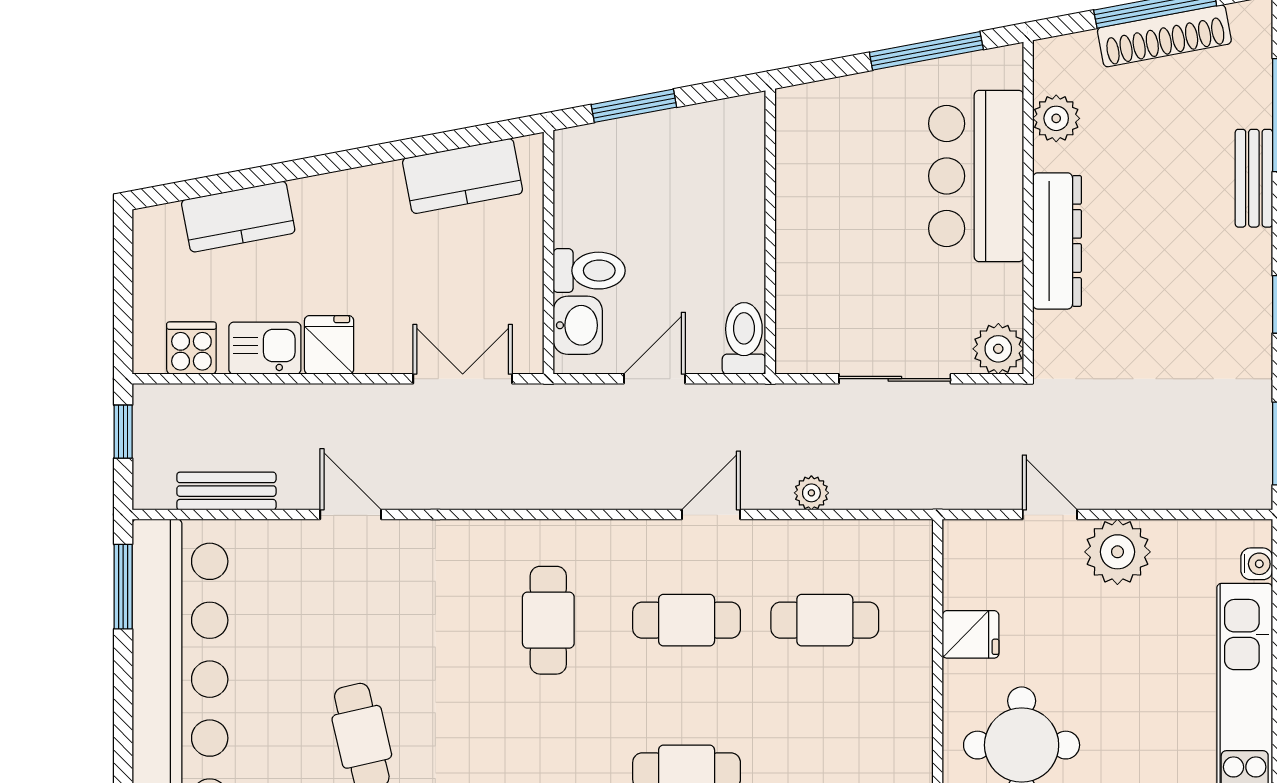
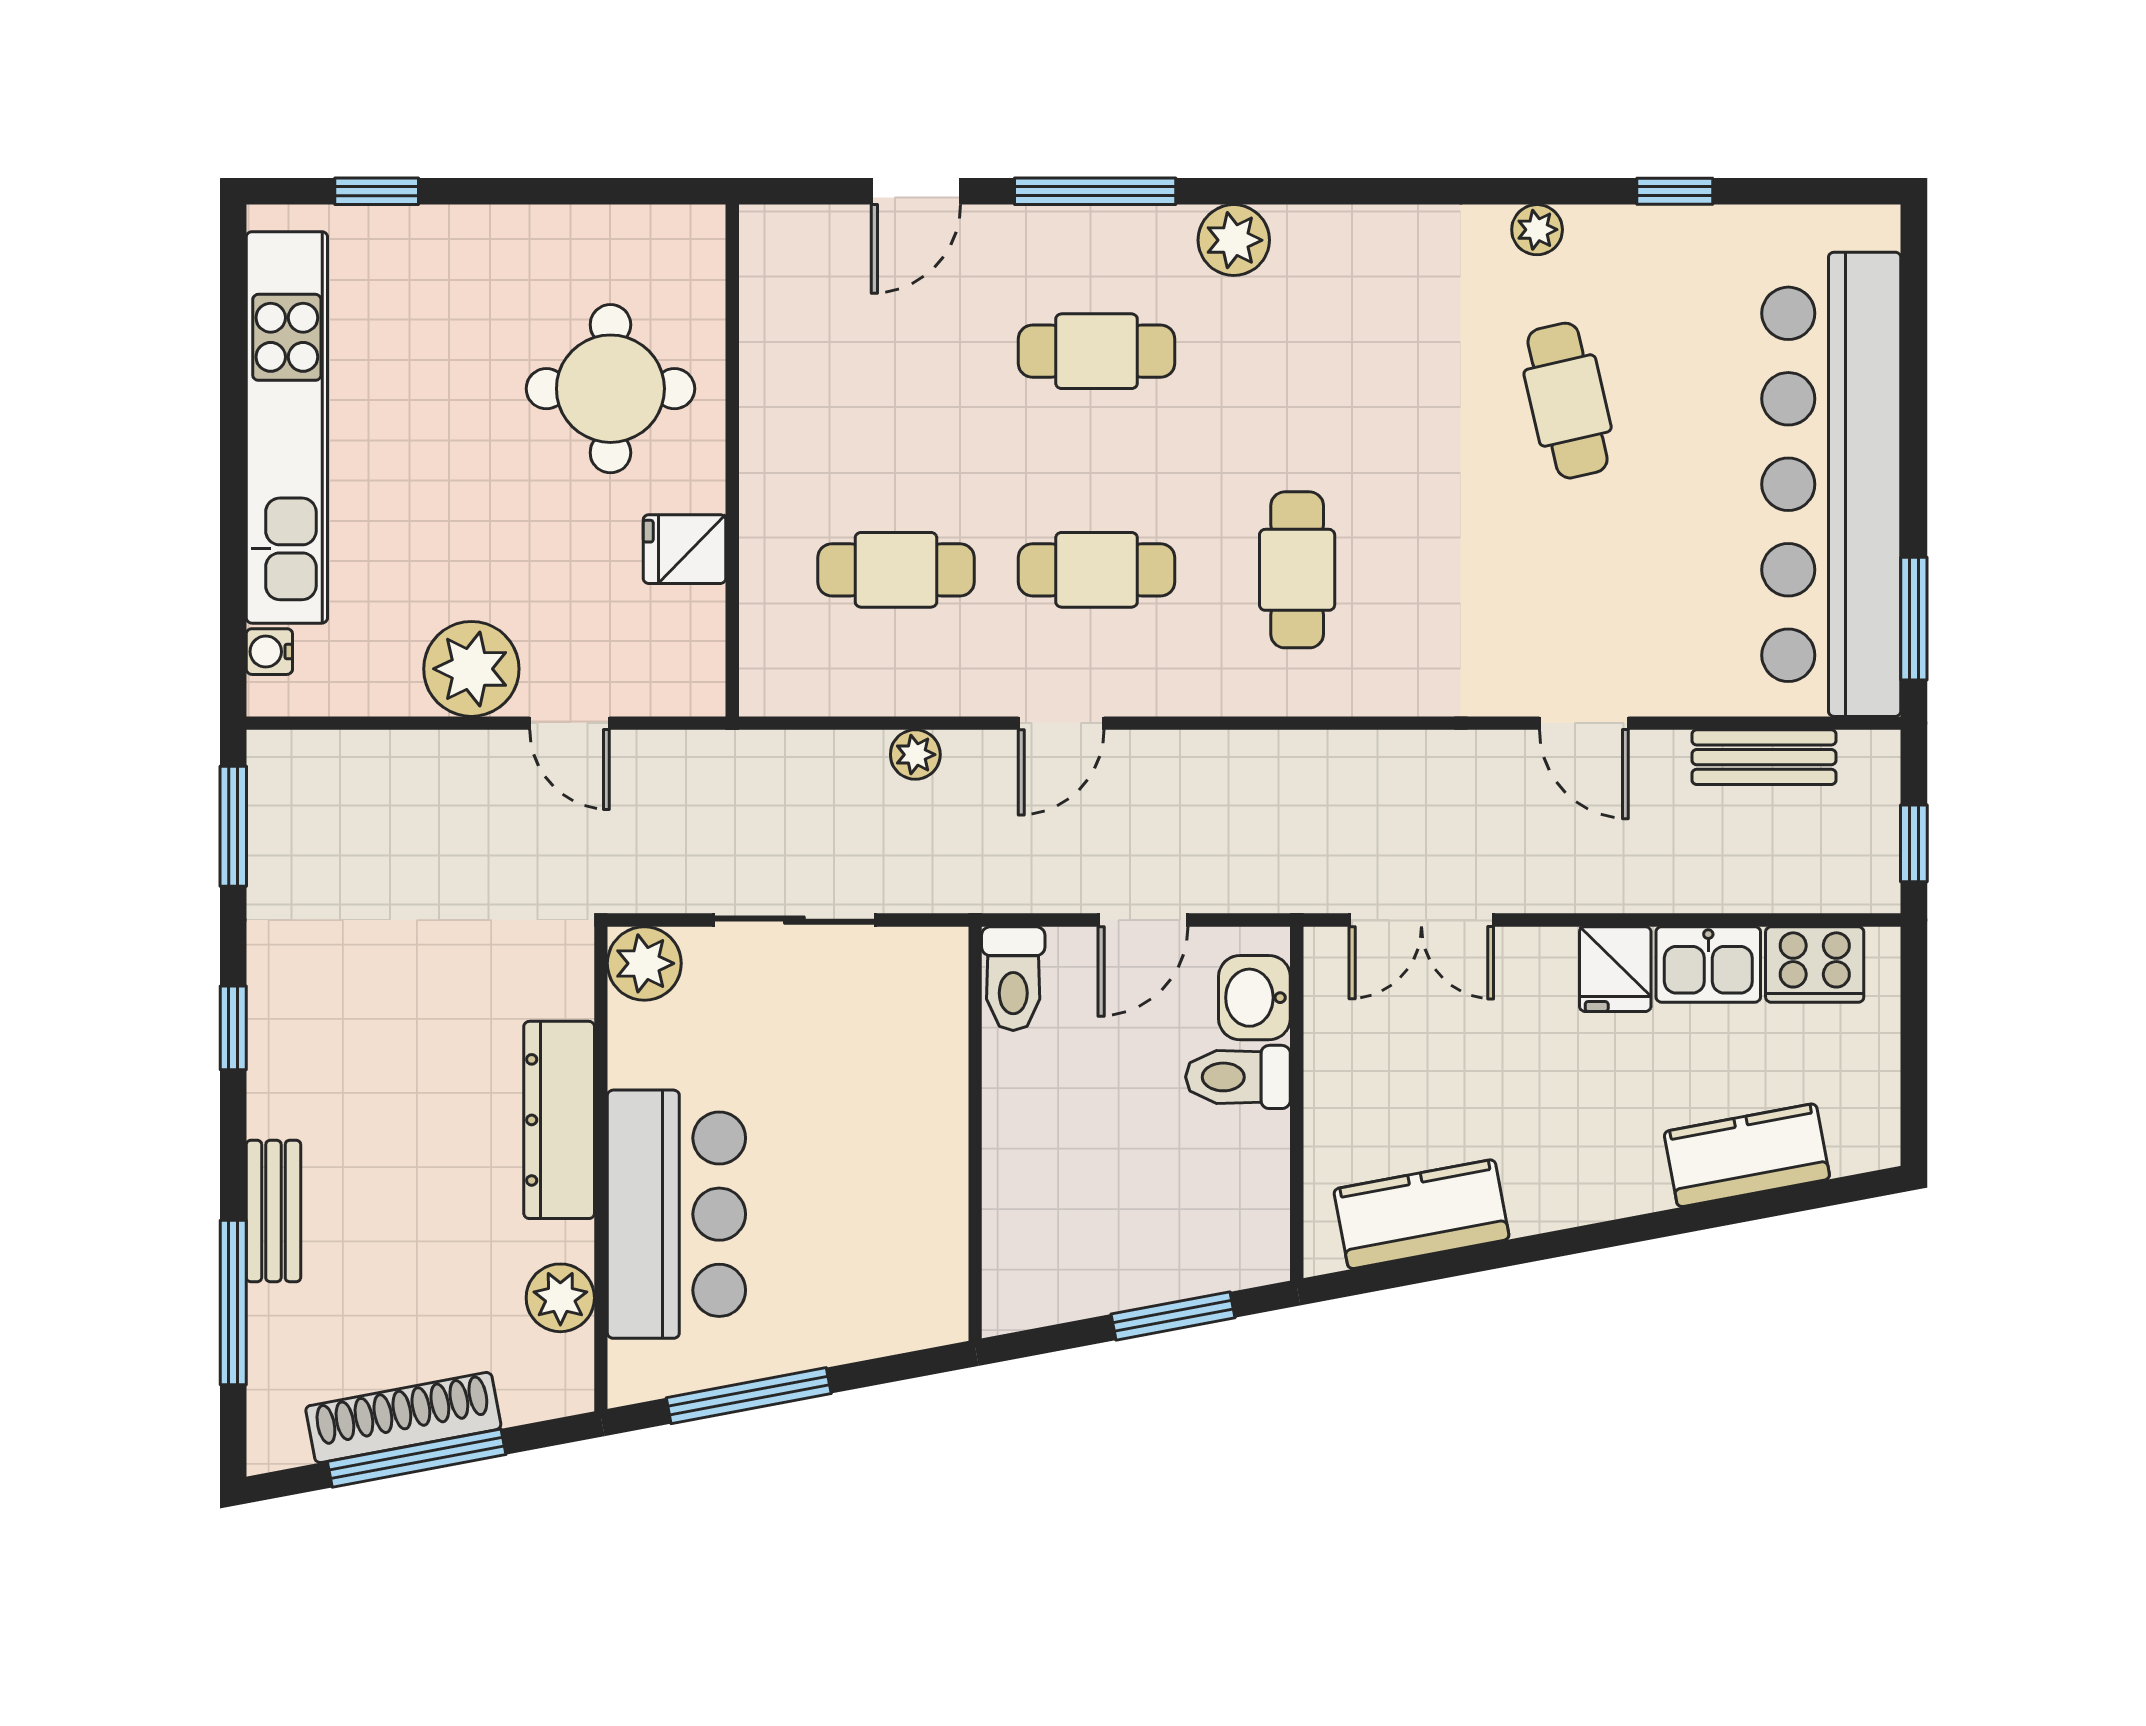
cooker: (191, 348) -> (1815, 965), width x1.36

